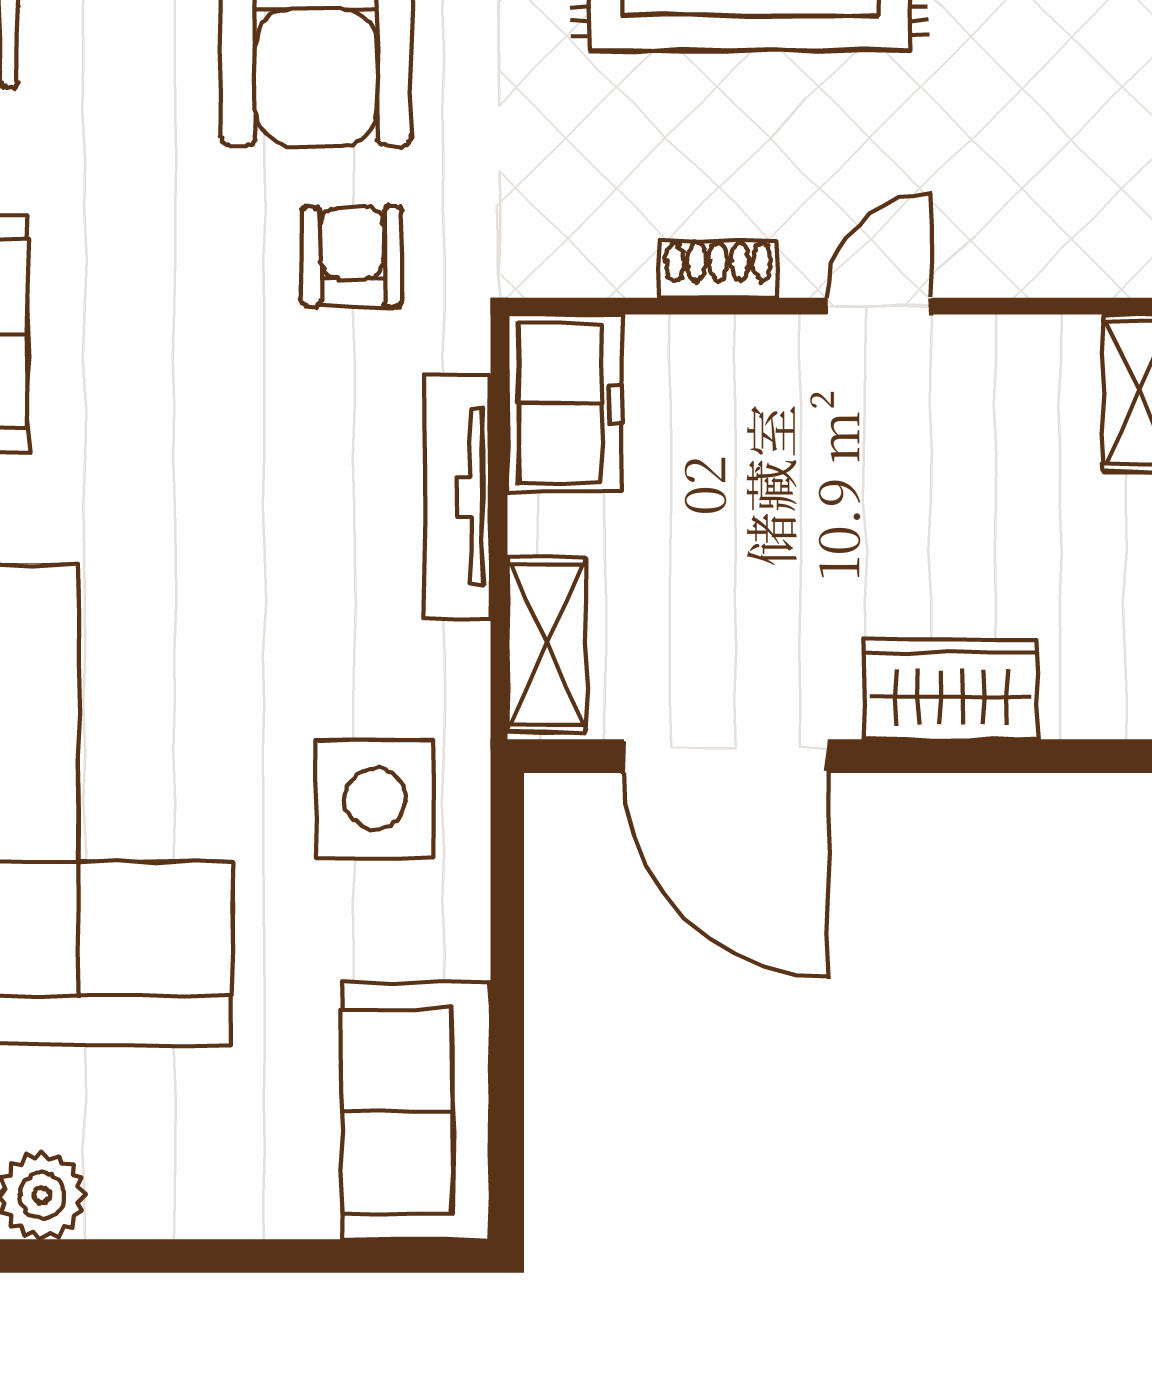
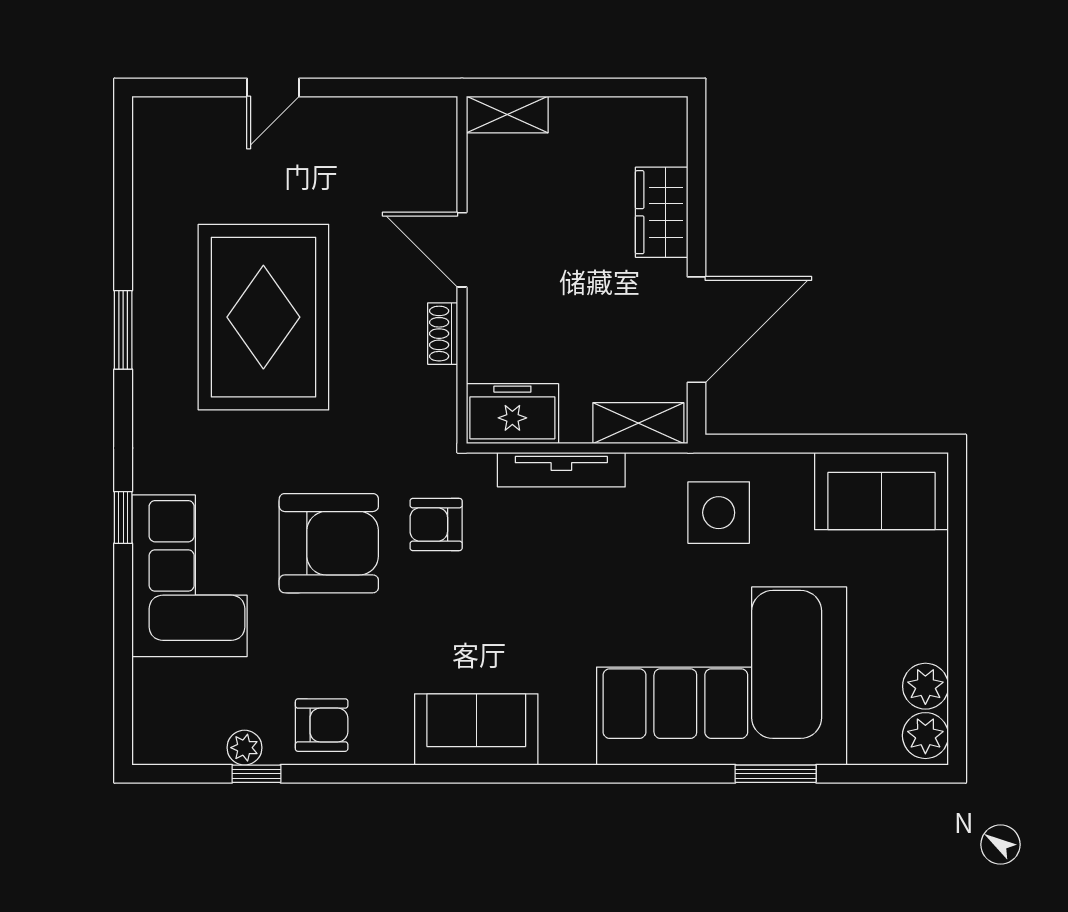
door: (879, 306) -> (462, 250), width x1.38

